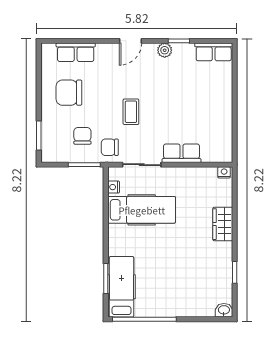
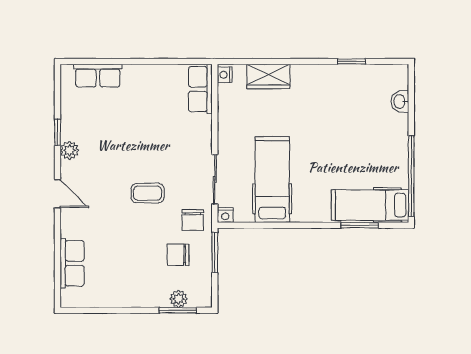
row of seats: (214, 52) -> (98, 75), moved, turned 90
chair: (69, 93) -> (123, 272), removed
plant: (48, 136) -> (179, 299), added
row of seats: (182, 153) -> (200, 89), moved
nightstand: (114, 187) -> (225, 215), moved
wardrobe: (223, 224) -> (268, 76), moved
washbasin: (224, 310) -> (400, 102), moved

